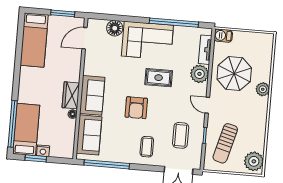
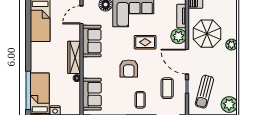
wardrobe: (71, 95) -> (74, 57), width x1.50
sofa: (92, 95) -> (92, 41), moved
door: (207, 105) -> (187, 62), width x1.88

